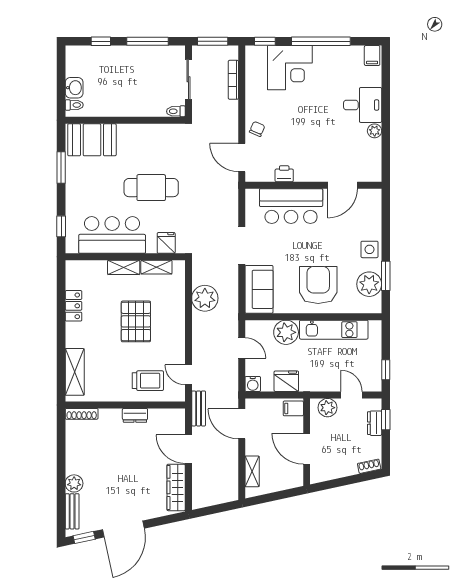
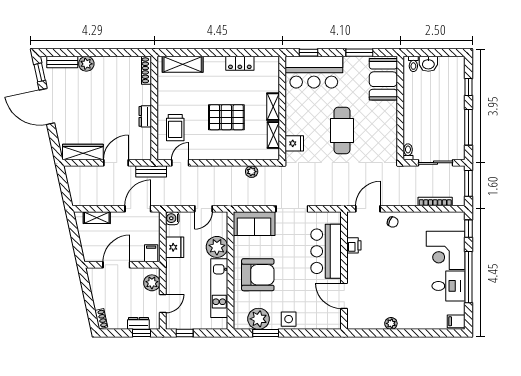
desk: (363, 105) -> (449, 286), moved, turned -90
bar counter: (112, 235) -> (314, 72), moved, turned 90
plant: (205, 298) -> (252, 172), width x0.53, depth x0.53

